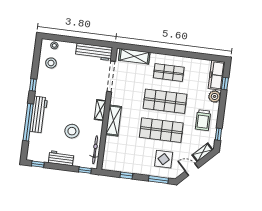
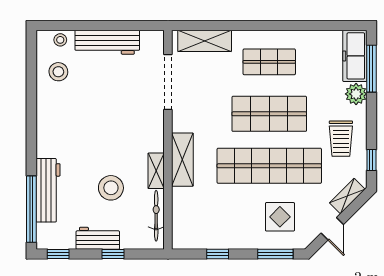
workbench: (94, 52) -> (107, 42), moved
window: (225, 84) -> (371, 69), width x2.17
window: (33, 85) -> (31, 115), removed
shelving: (100, 110) -> (156, 171), moved
workbench: (39, 115) -> (48, 190), moved
window: (28, 122) -> (31, 209), moved
shop shelf: (161, 130) -> (269, 166), width x1.40
window: (85, 170) -> (113, 254), moved
door: (192, 170) -> (332, 229), swing flipped

